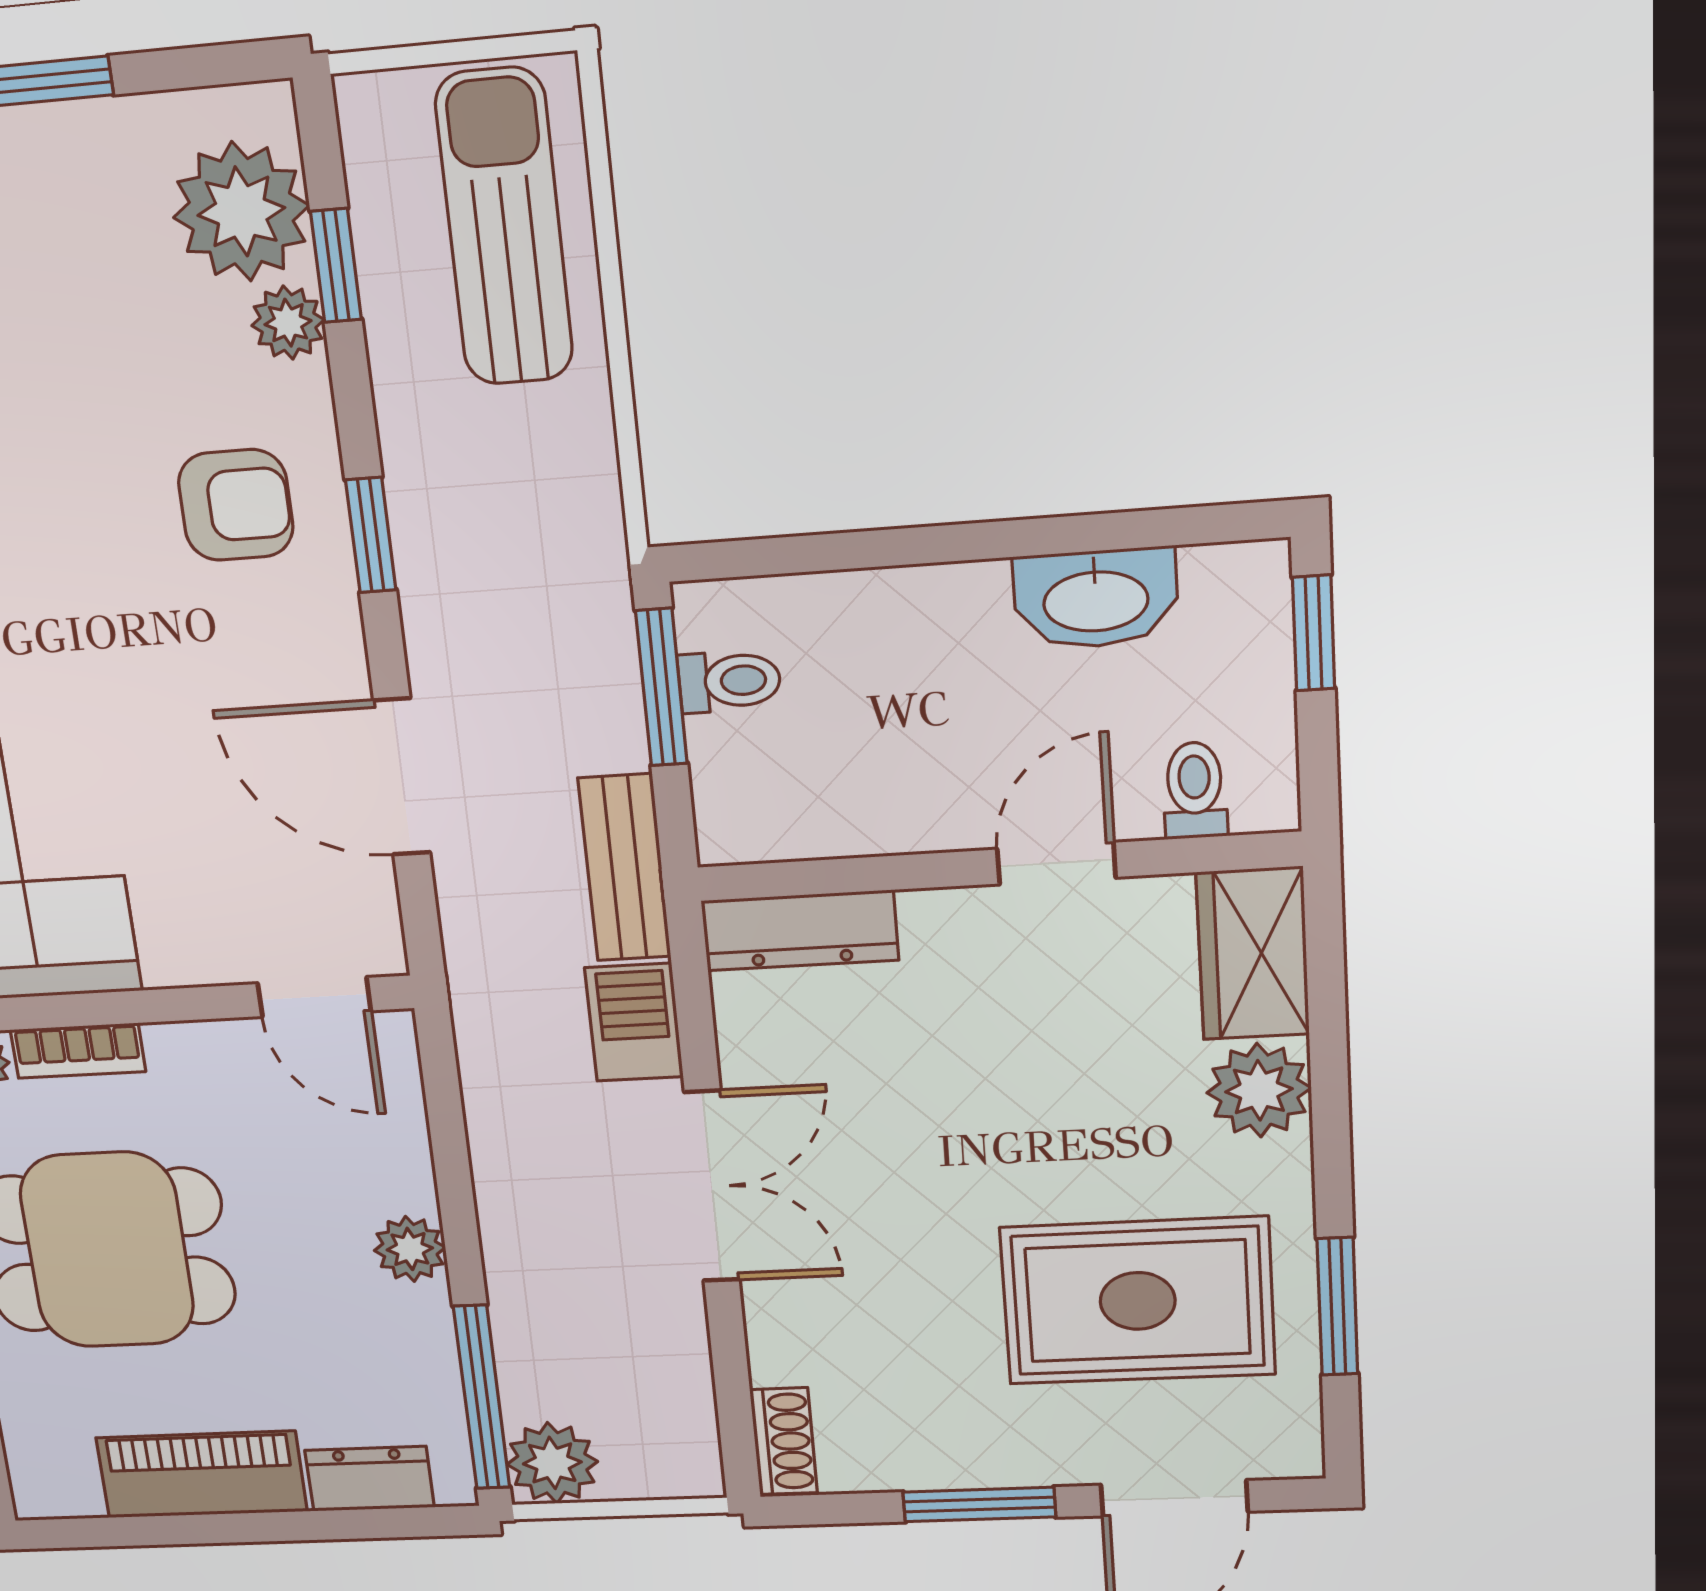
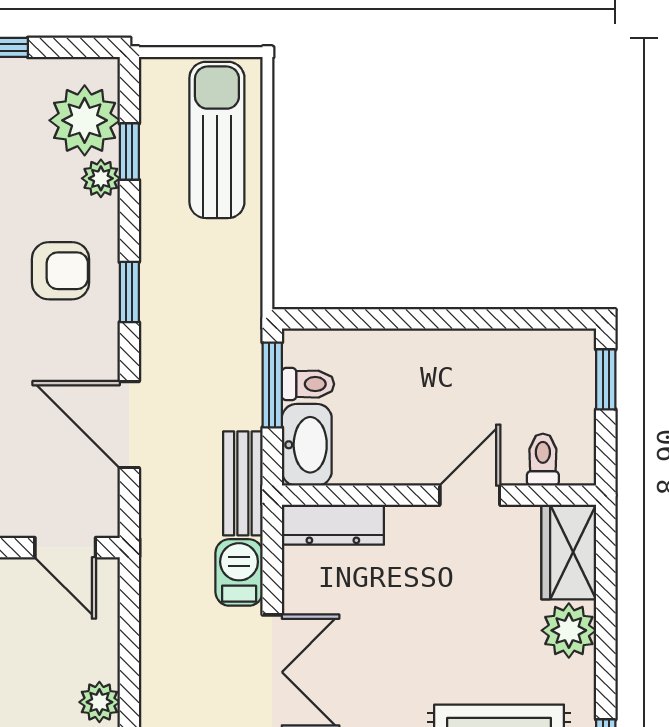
washbasin: (1096, 599) -> (307, 445), moved, turned -90

